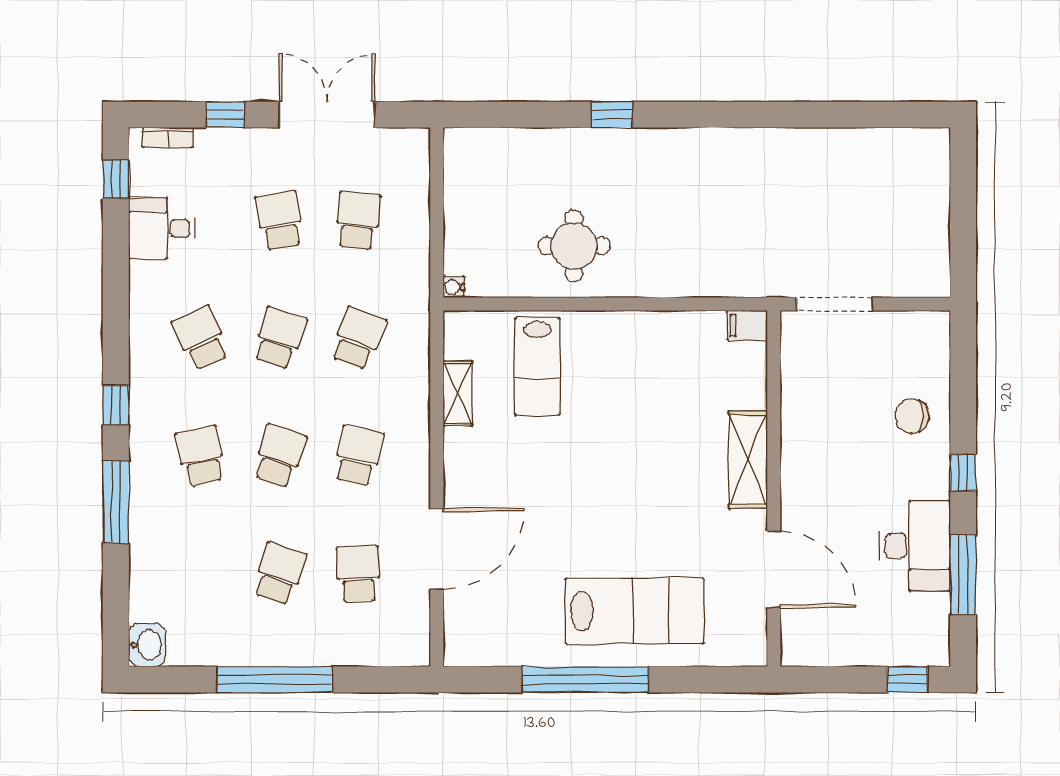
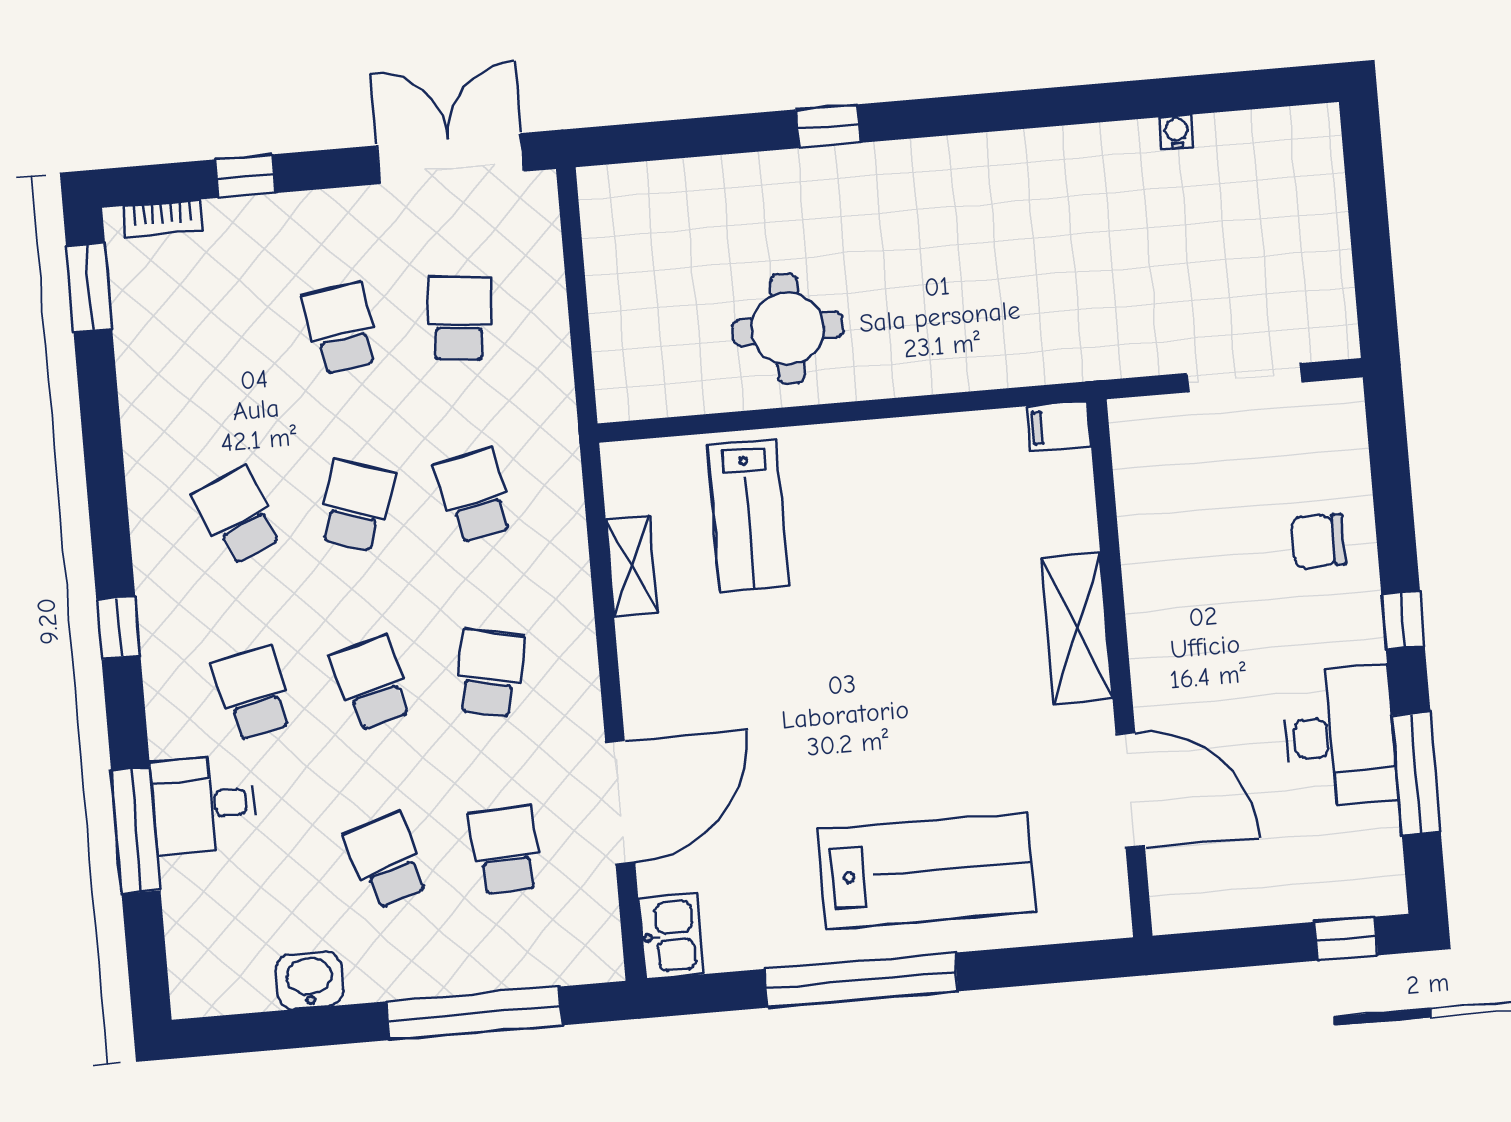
double door: (327, 115) -> (450, 159), moved
window: (116, 179) -> (89, 288), width x1.50
desk: (162, 228) -> (203, 805), moved
water cooler: (454, 287) -> (1177, 132), moved, turned 90
doorway: (834, 304) -> (1244, 378), moved
school desk: (358, 338) -> (475, 496), turned -33
school desk: (279, 456) -> (371, 683), turned -33
window: (116, 502) -> (136, 830), moved
school desk: (279, 574) -> (387, 860), turned -36
kitchen sink: (463, 640) -> (671, 936), added
washbasin: (147, 645) -> (309, 980), moved, turned -90
window: (274, 680) -> (474, 1013), moved

